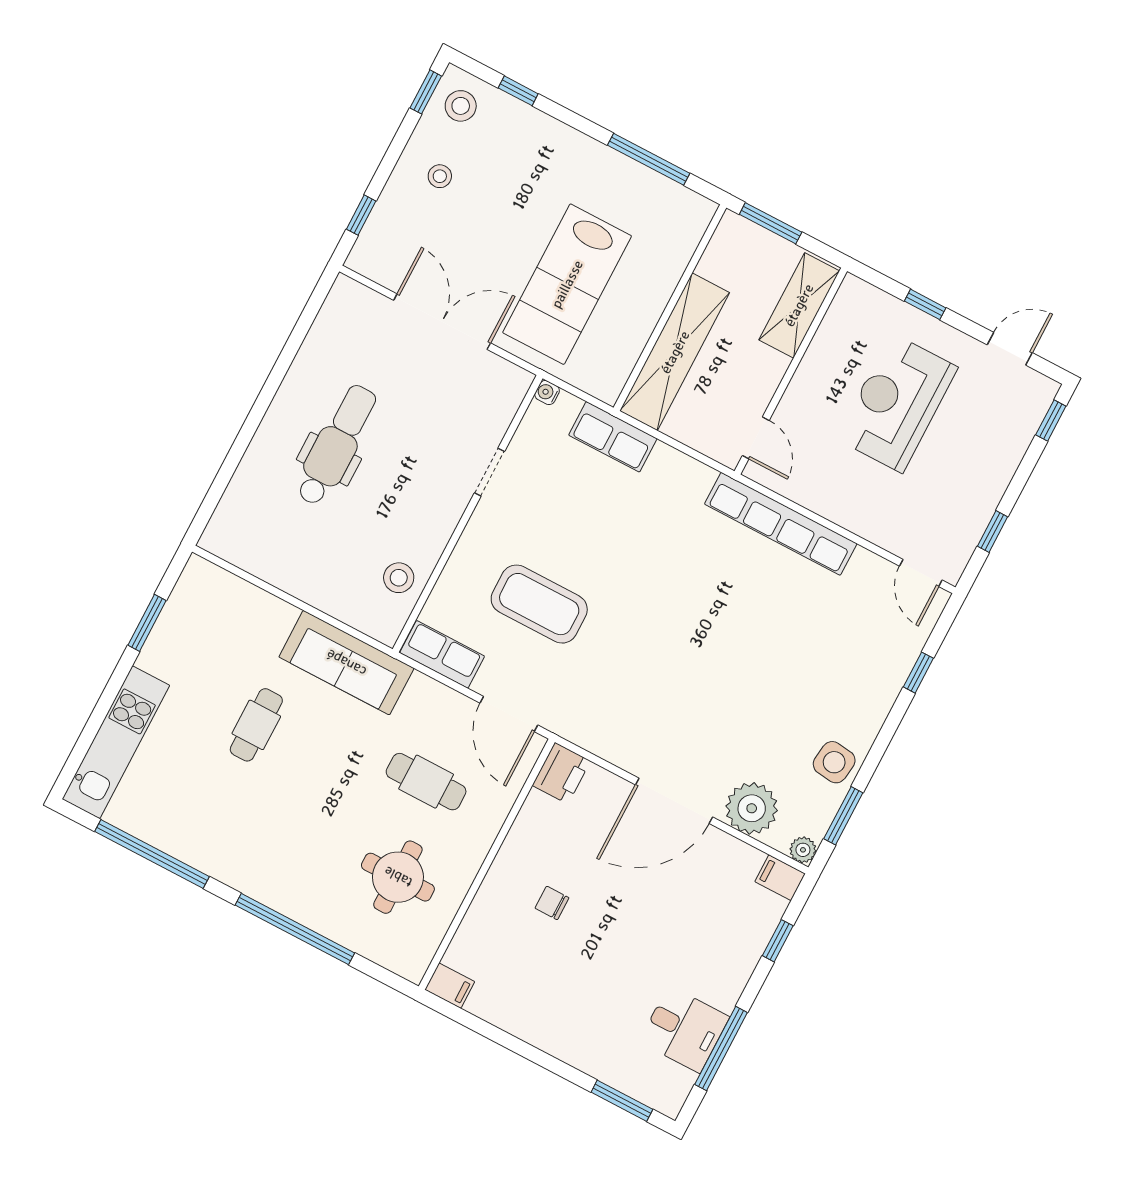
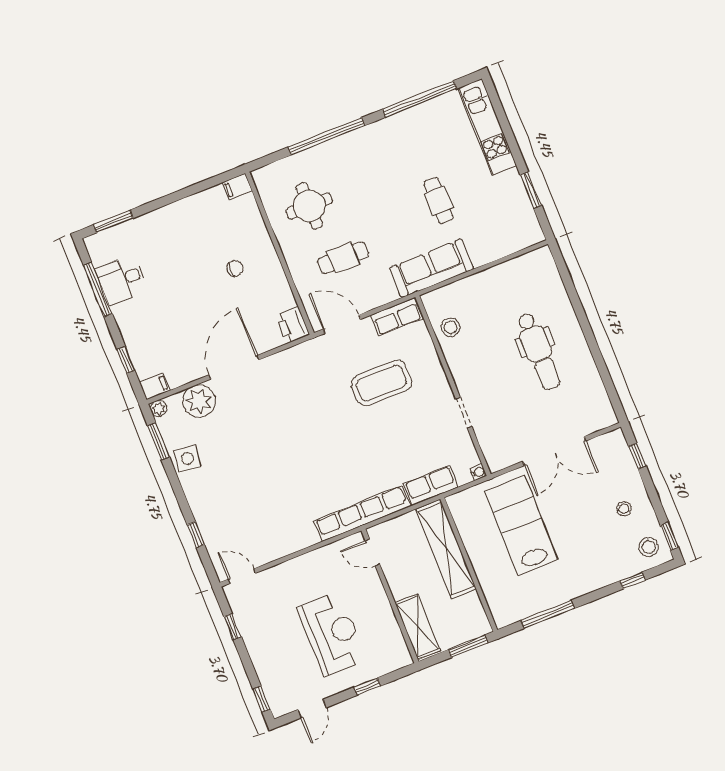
row of seats: (781, 524) -> (362, 514), moved

